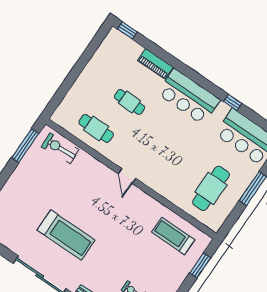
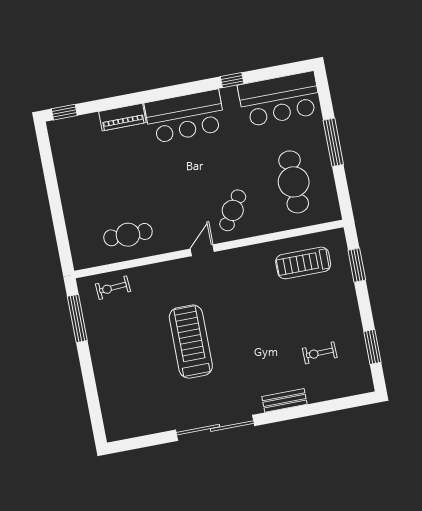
cafe table: (129, 102) -> (233, 210), moved, turned -58
exercise bike: (60, 148) -> (113, 288), width x0.73, depth x0.72
door: (127, 176) -> (202, 250), swing flipped
treadmill: (66, 235) -> (191, 342), moved, turned -90

